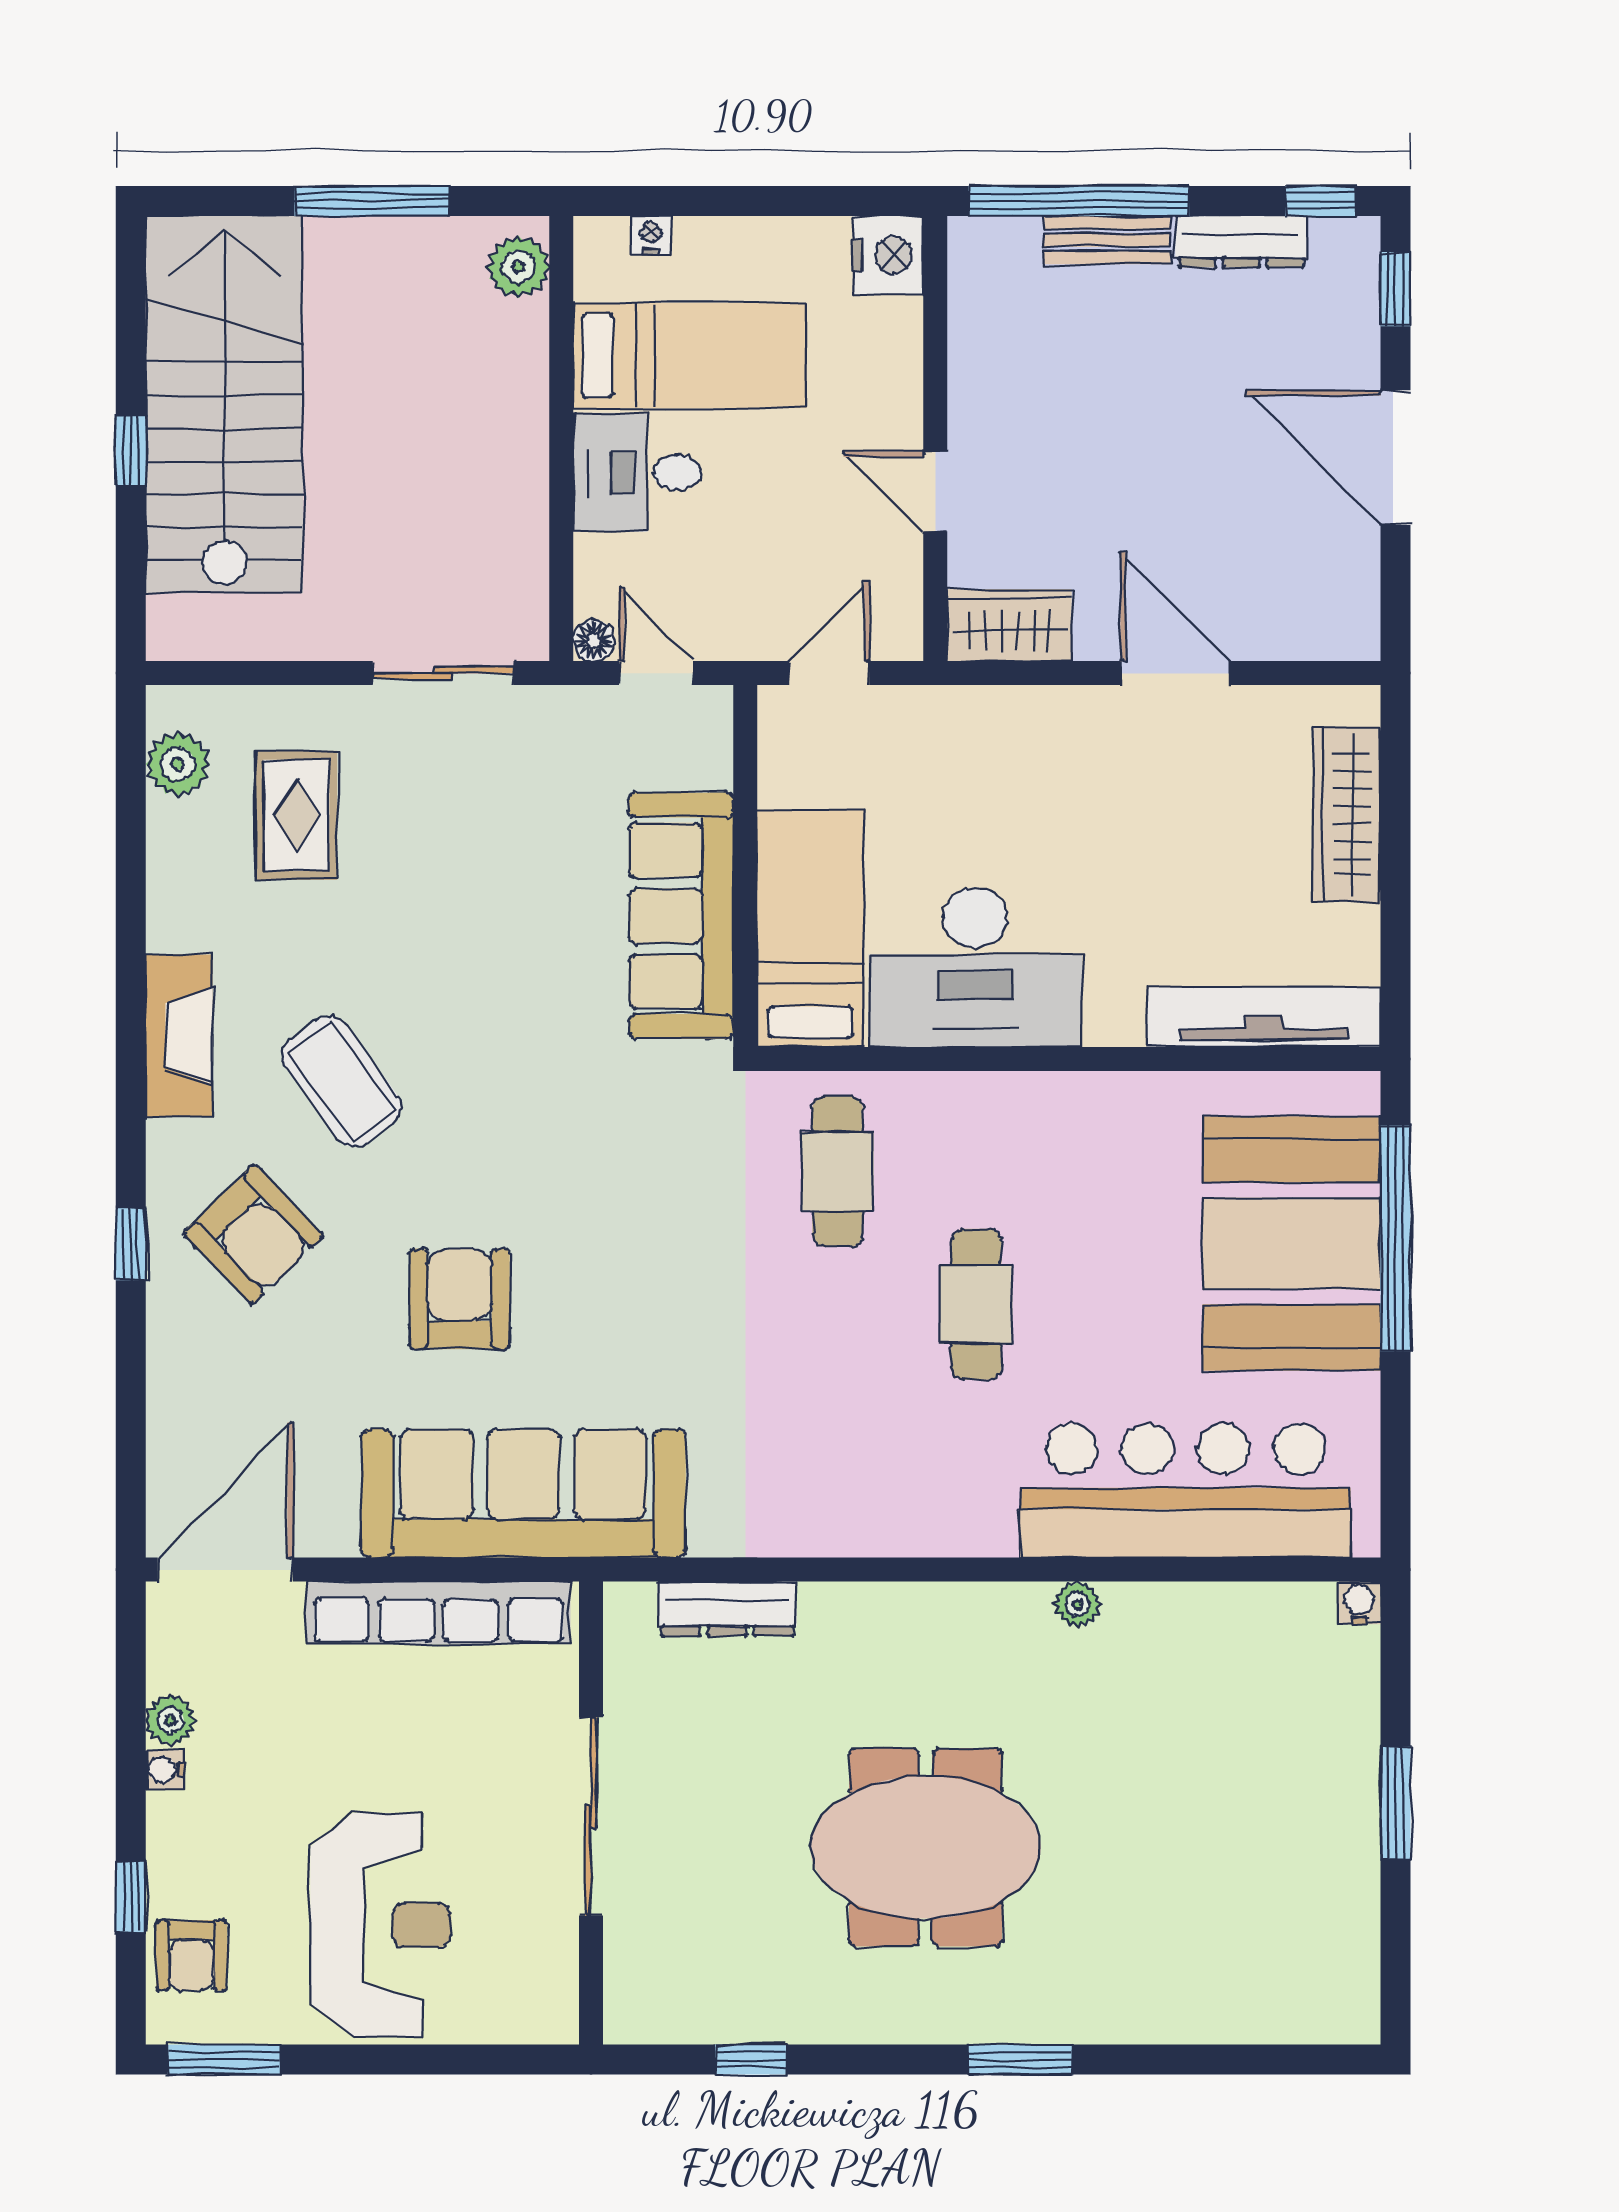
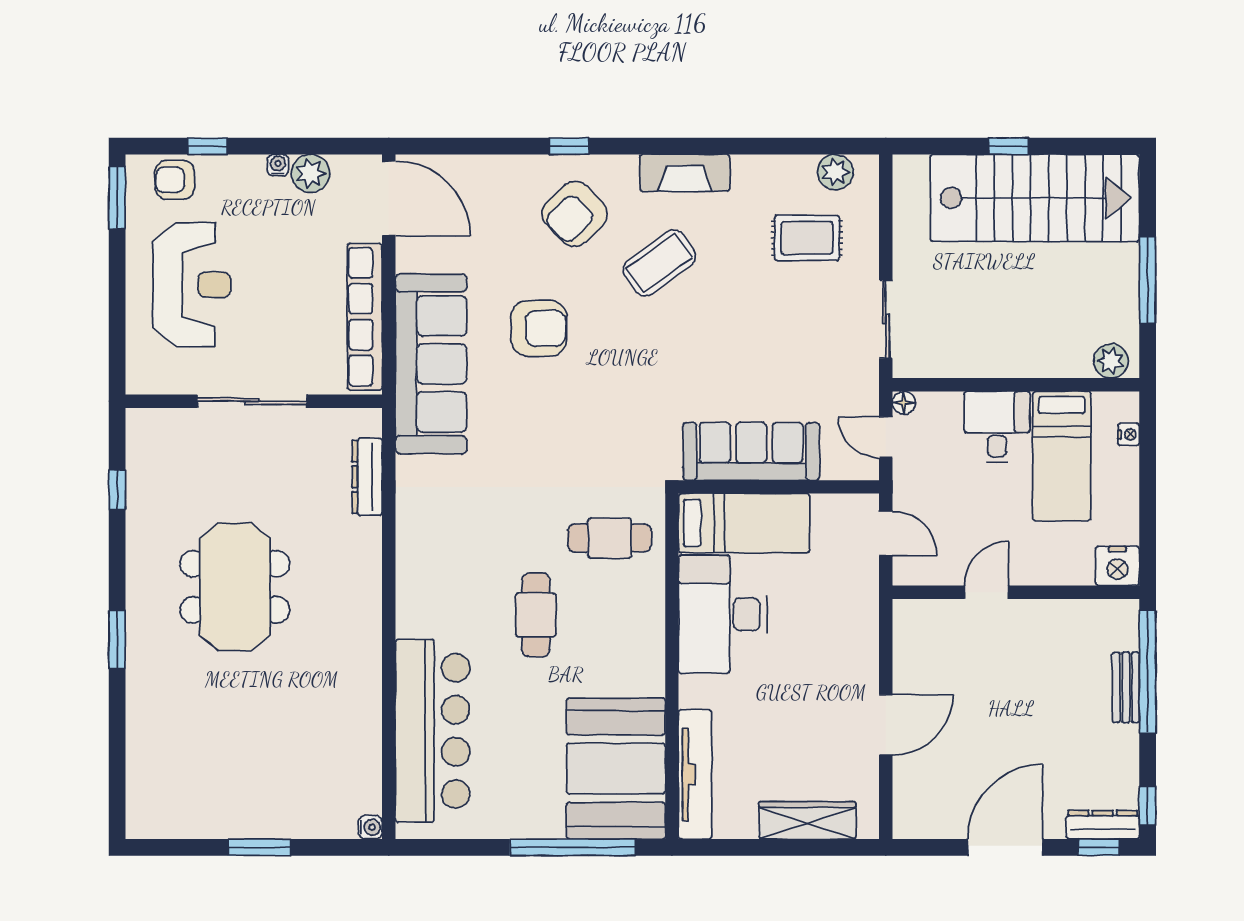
dresser: (1241, 242) -> (1103, 825), moved, turned 90
wardrobe: (1009, 625) -> (912, 633), removed
door: (656, 673) -> (886, 437), swing flipped
booth: (1292, 1243) -> (616, 769), moved, turned 90
cafe table: (976, 1304) -> (536, 615), turned 90
plant: (1077, 1604) -> (370, 671), removed
plant: (171, 1720) -> (310, 173), width x1.38, depth x1.38
reception desk: (381, 1925) -> (192, 285), turned -90

